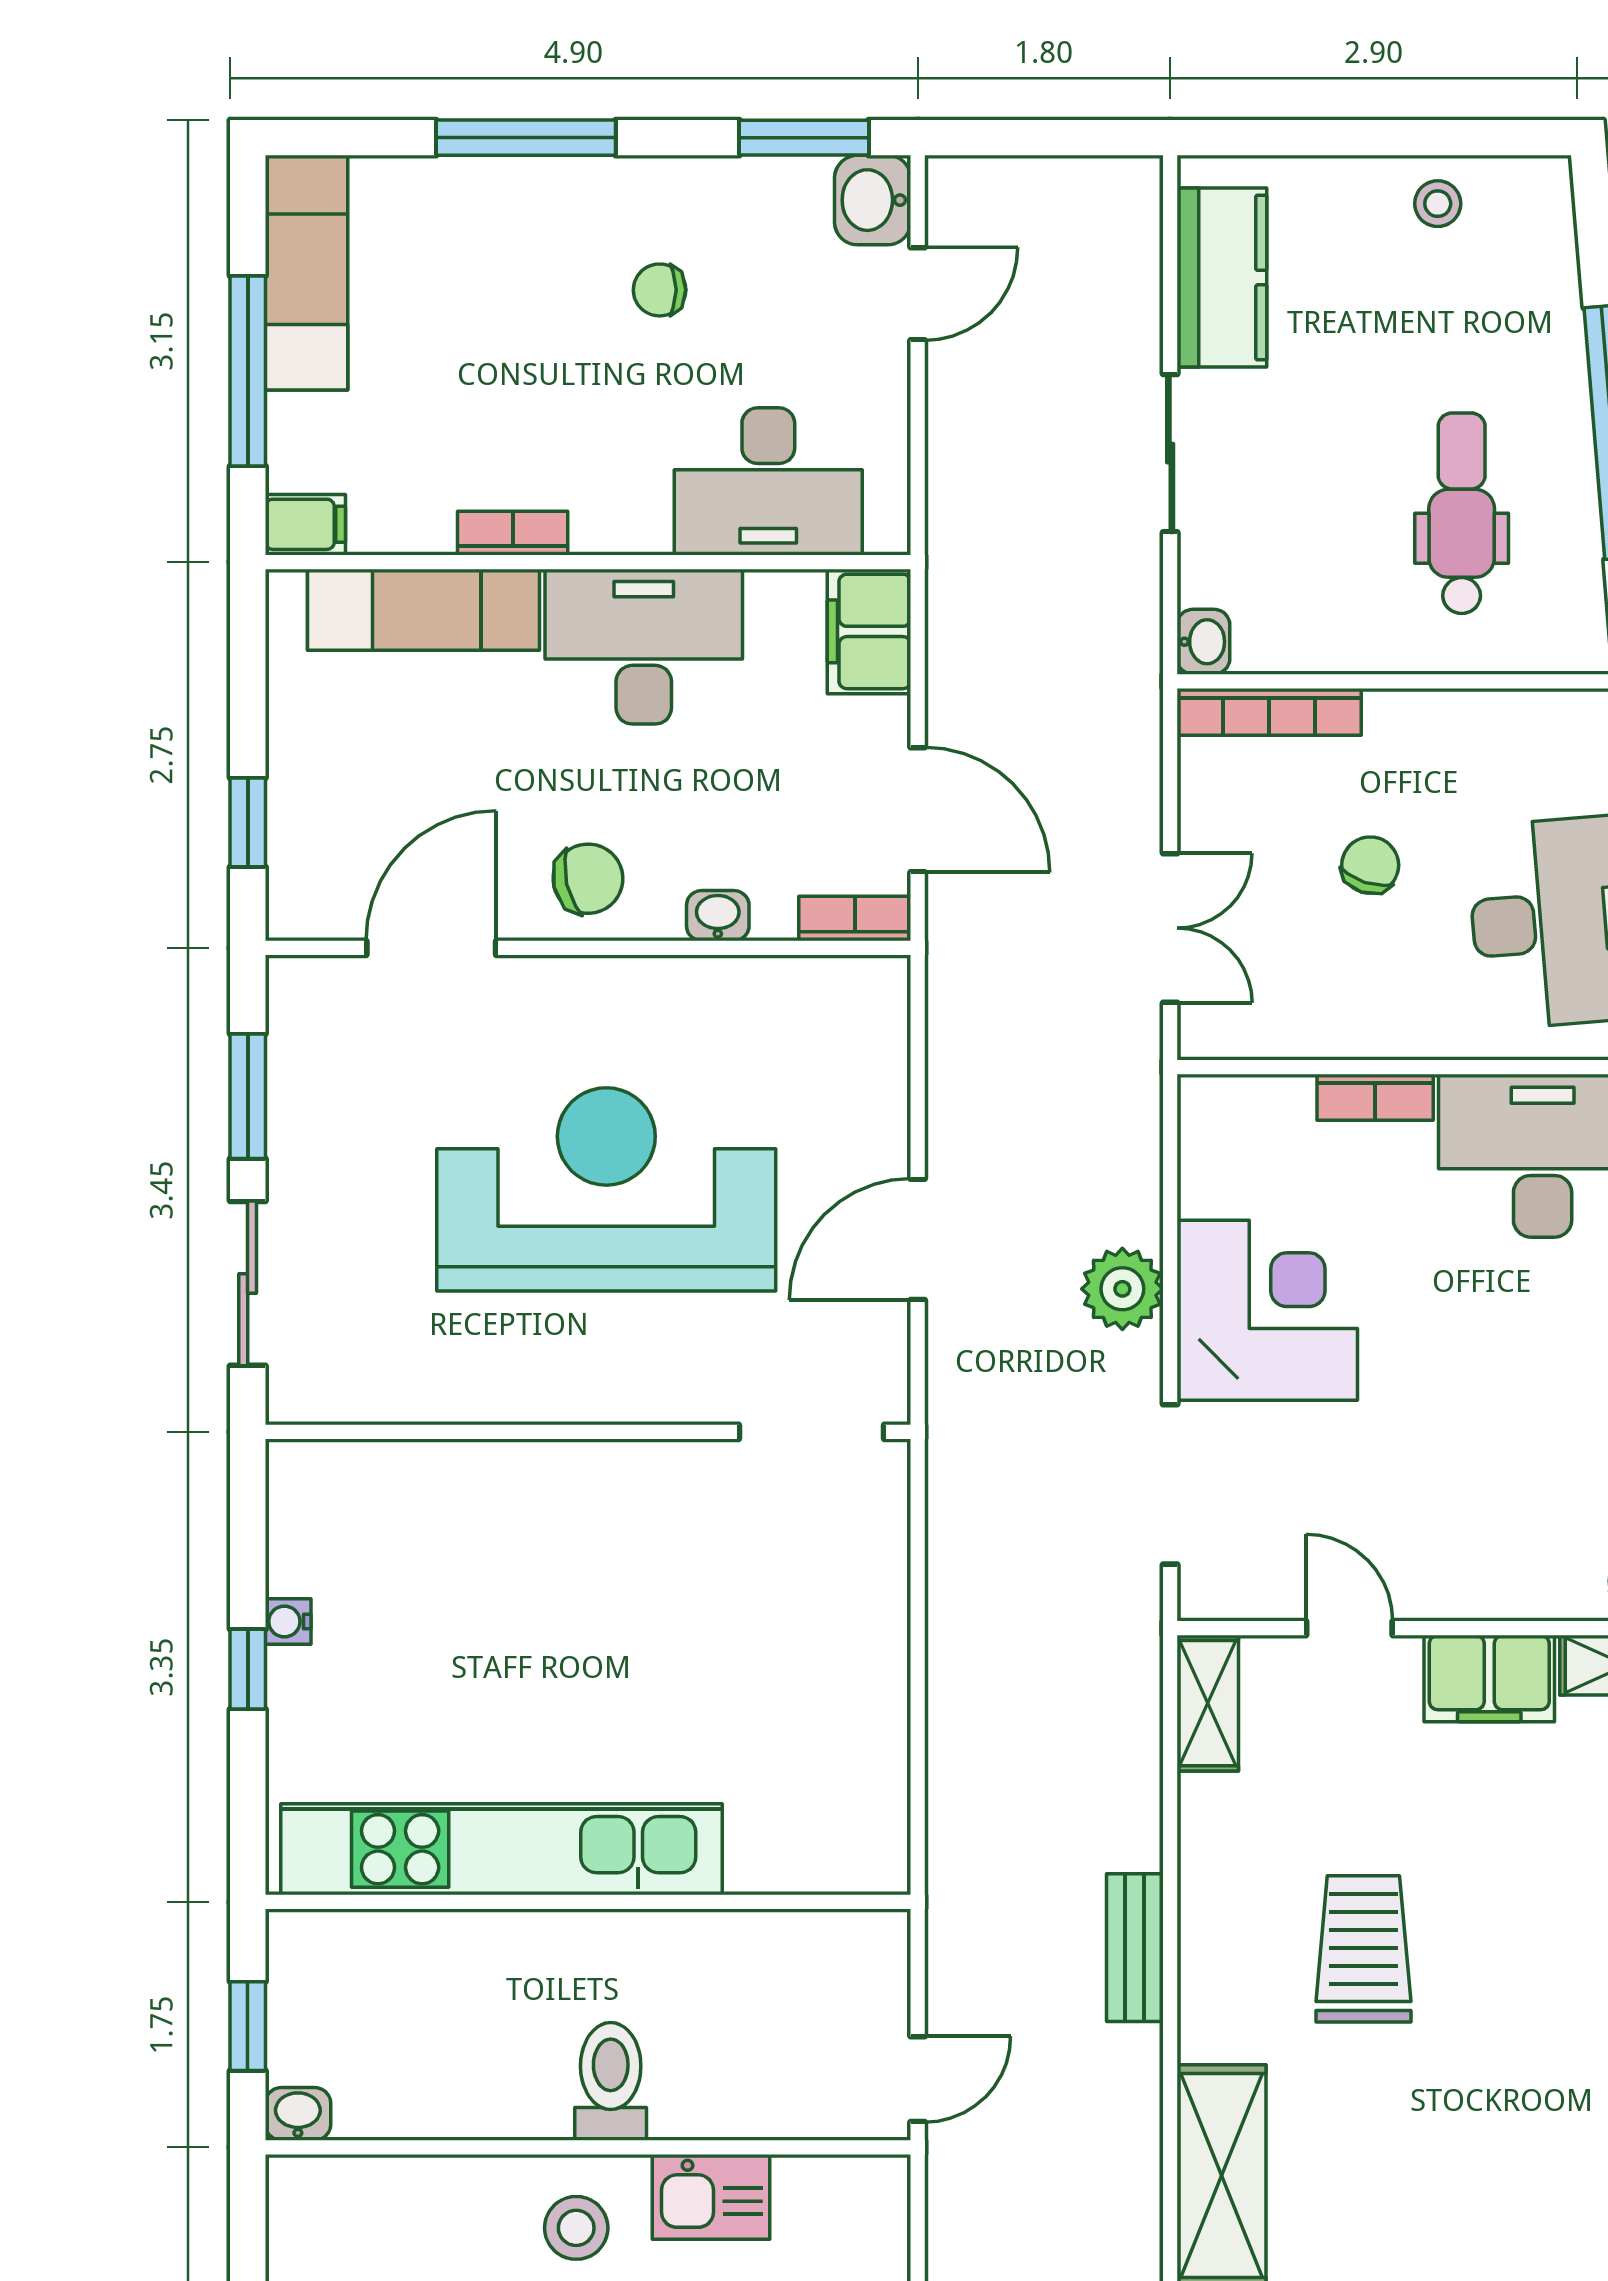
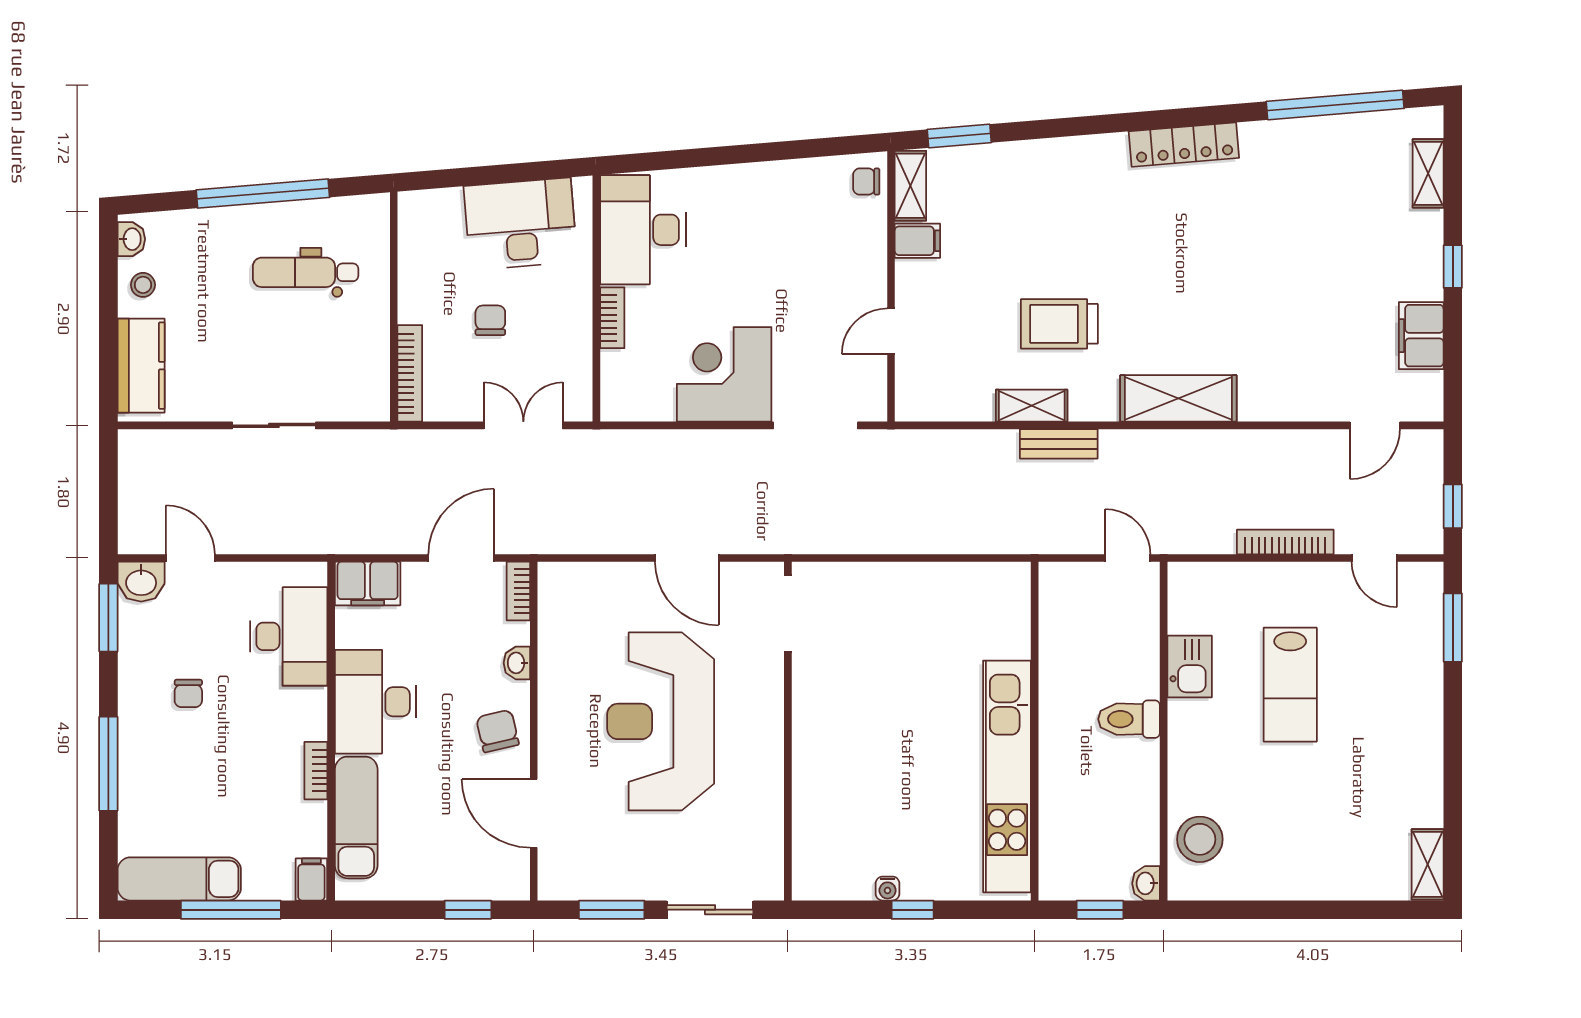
kitchen counter: (1222, 278) -> (141, 366), moved, turned 90
washbasin: (1203, 642) -> (131, 239), moved, turned 90
chair: (1370, 865) -> (490, 320), turned 72
plant: (1122, 1289) -> (713, 450), removed
filing cabinet: (1489, 1679) -> (917, 241), width x0.50
shelving: (1208, 1703) -> (1032, 406), moved
stool: (576, 2228) -> (1200, 839), moved, width x1.38, depth x1.38

